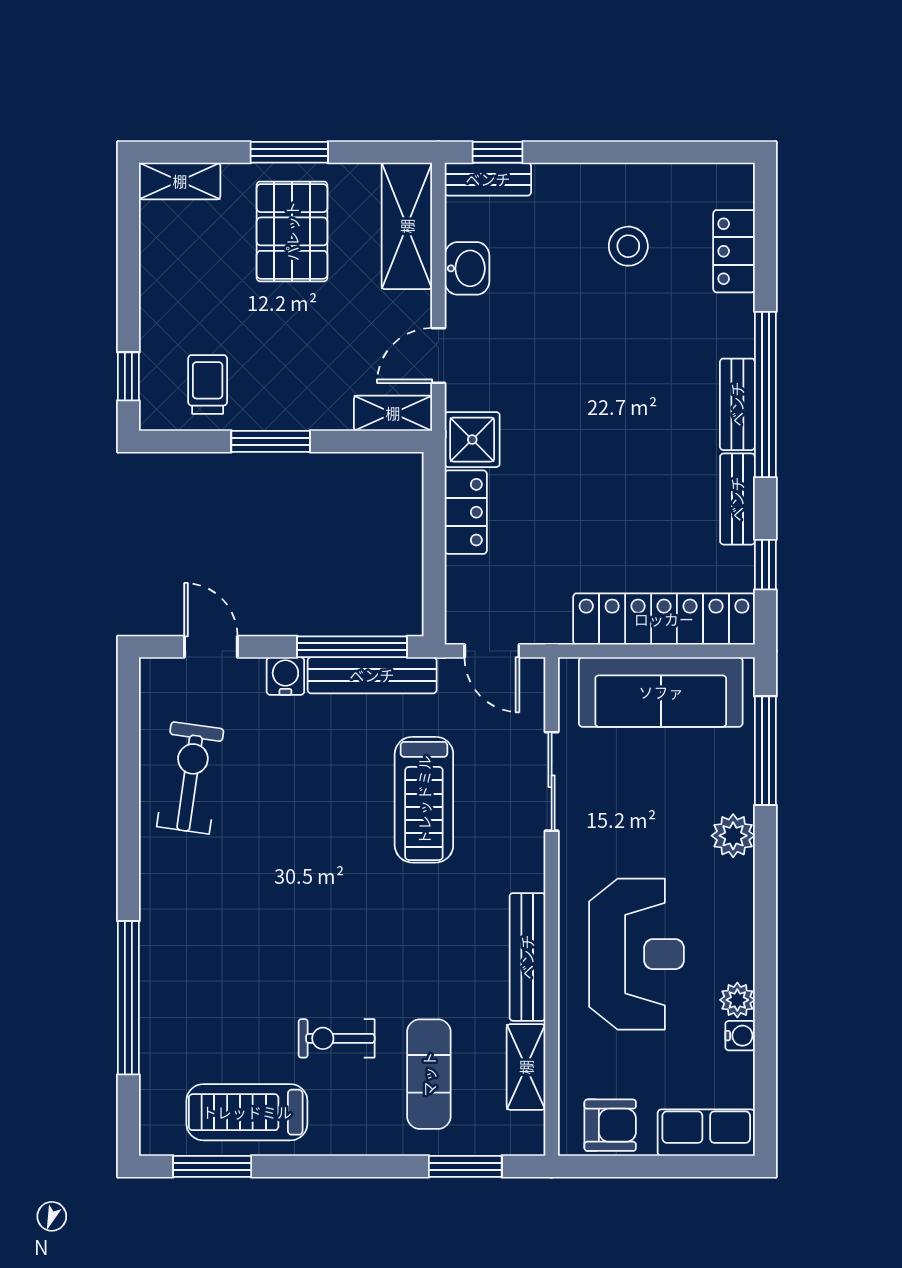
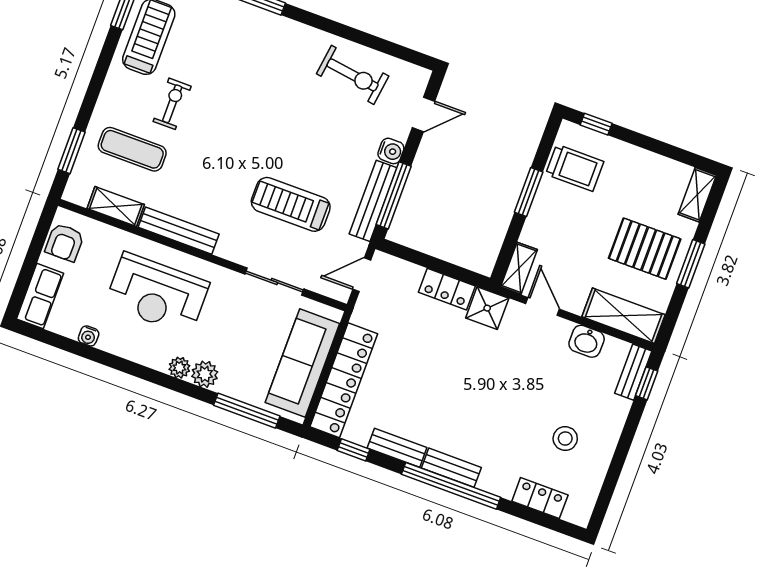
trolley: (208, 384) -> (575, 168), width x1.36, depth x1.39
plant: (737, 1000) -> (179, 368), moved

